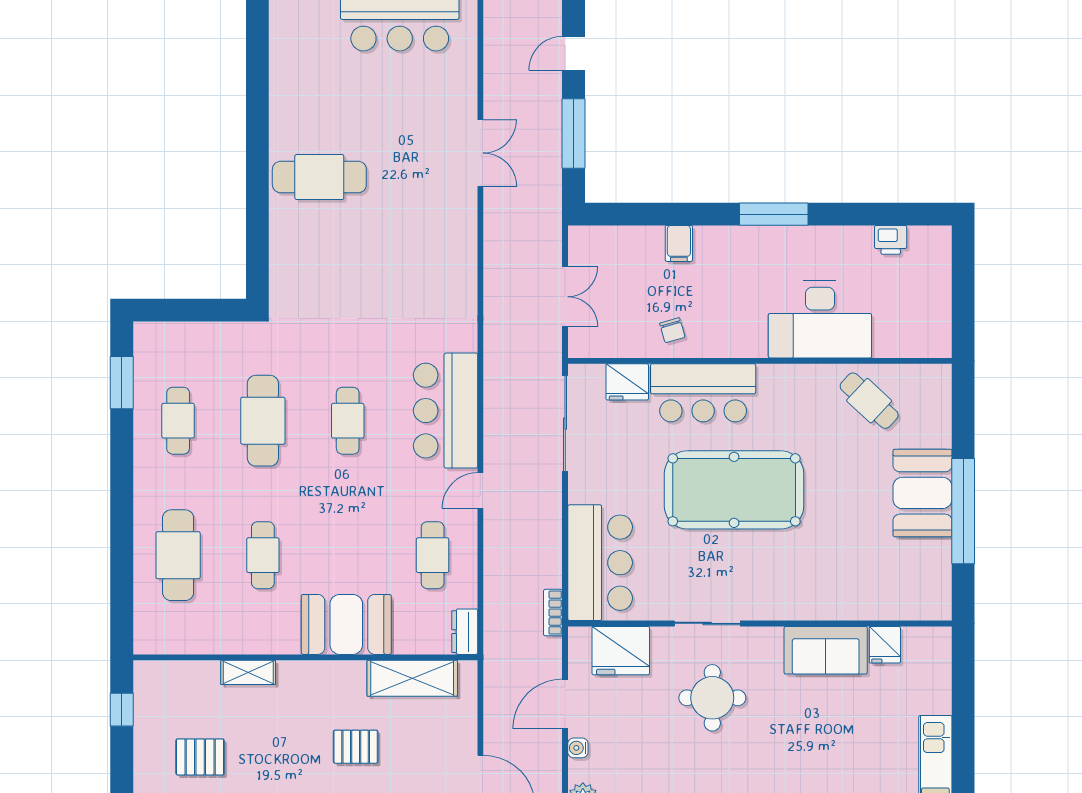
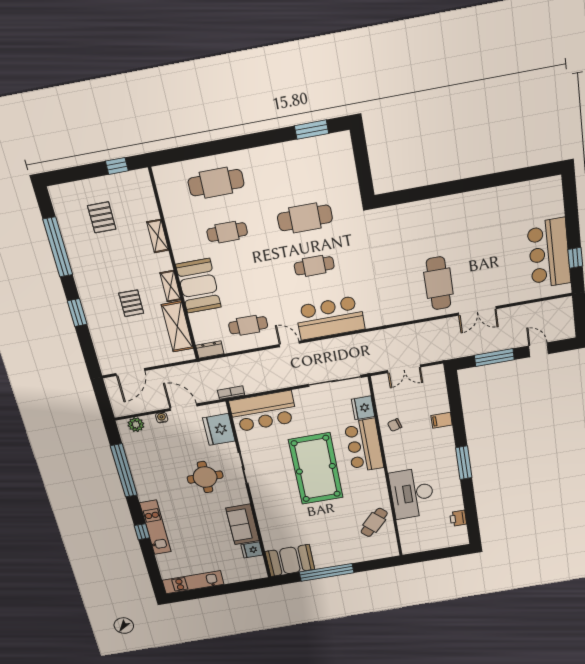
cafe table: (319, 177) -> (438, 283), moved
cafe table: (178, 421) -> (295, 168), removed
booth: (922, 493) -> (290, 560), moved
shelving: (338, 672) -> (170, 286), added

